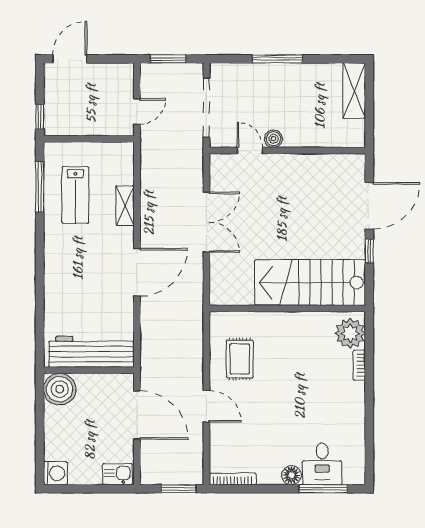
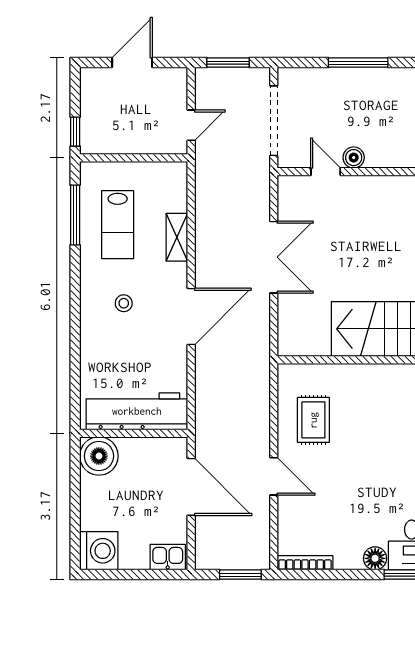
door: (70, 59) -> (132, 63), moved
stool: (80, 261) -> (124, 303), added
washing machine: (55, 473) -> (99, 551), width x1.37, depth x1.37

